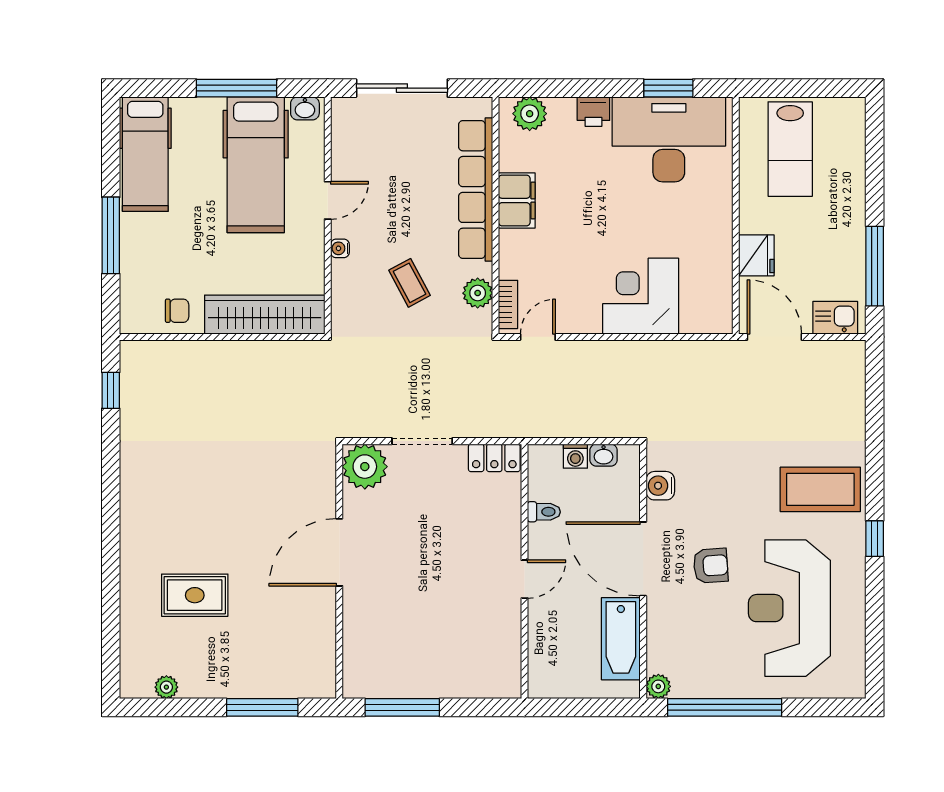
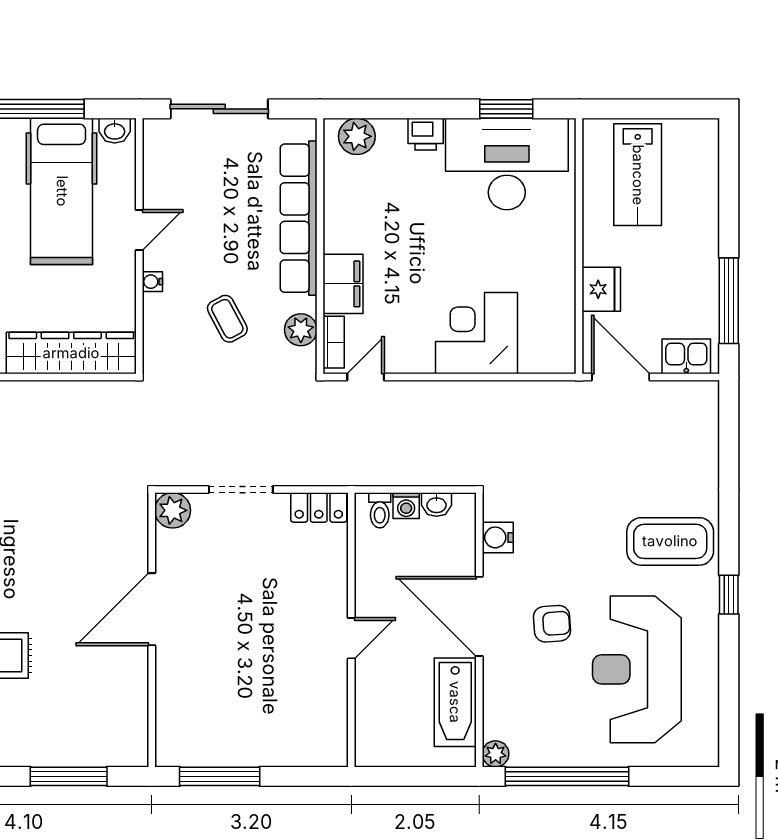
filing cabinet: (517, 200) -> (343, 284), moved
plant: (365, 467) -> (173, 510), width x0.73, depth x0.73
toilet: (544, 512) -> (380, 510), moved, turned 90

